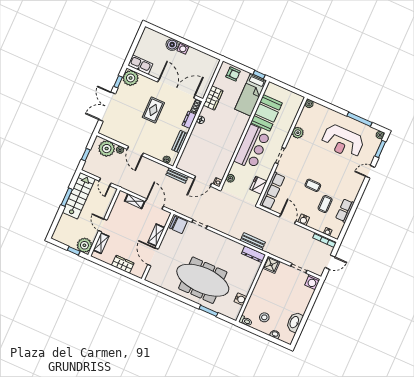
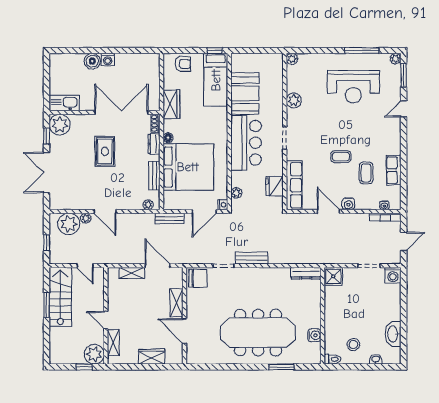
bed: (205, 146) -> (188, 167), added
bench: (253, 241) -> (252, 258), moved

